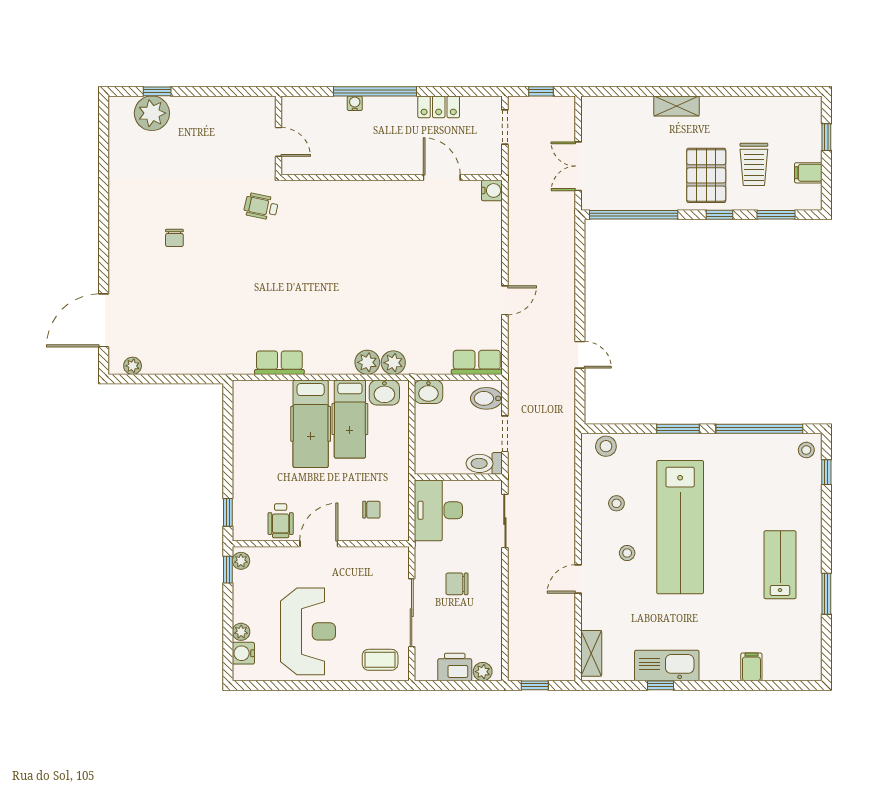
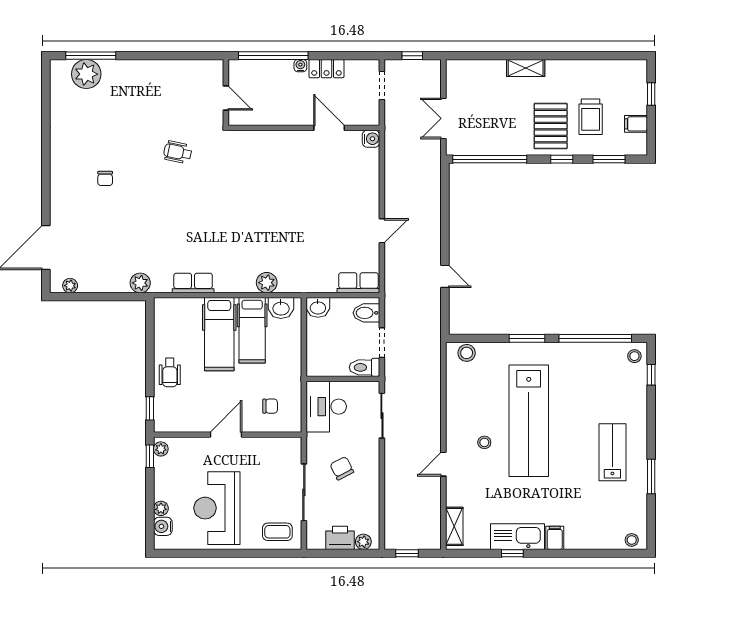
window: (157, 91) -> (91, 56), width x2.17
water cooler: (355, 103) -> (300, 66), moved
wall: (278, 135) -> (226, 92), moved
door: (278, 142) -> (226, 98), moved
plant: (393, 363) -> (140, 283), moved
stool: (616, 503) -> (632, 540), moved
wheelchair: (281, 521) -> (170, 372), moved
chair: (457, 584) -> (342, 468), turned 63
reception desk: (308, 631) -> (217, 508), turned 180
filing cabinet: (751, 667) -> (555, 538), moved

